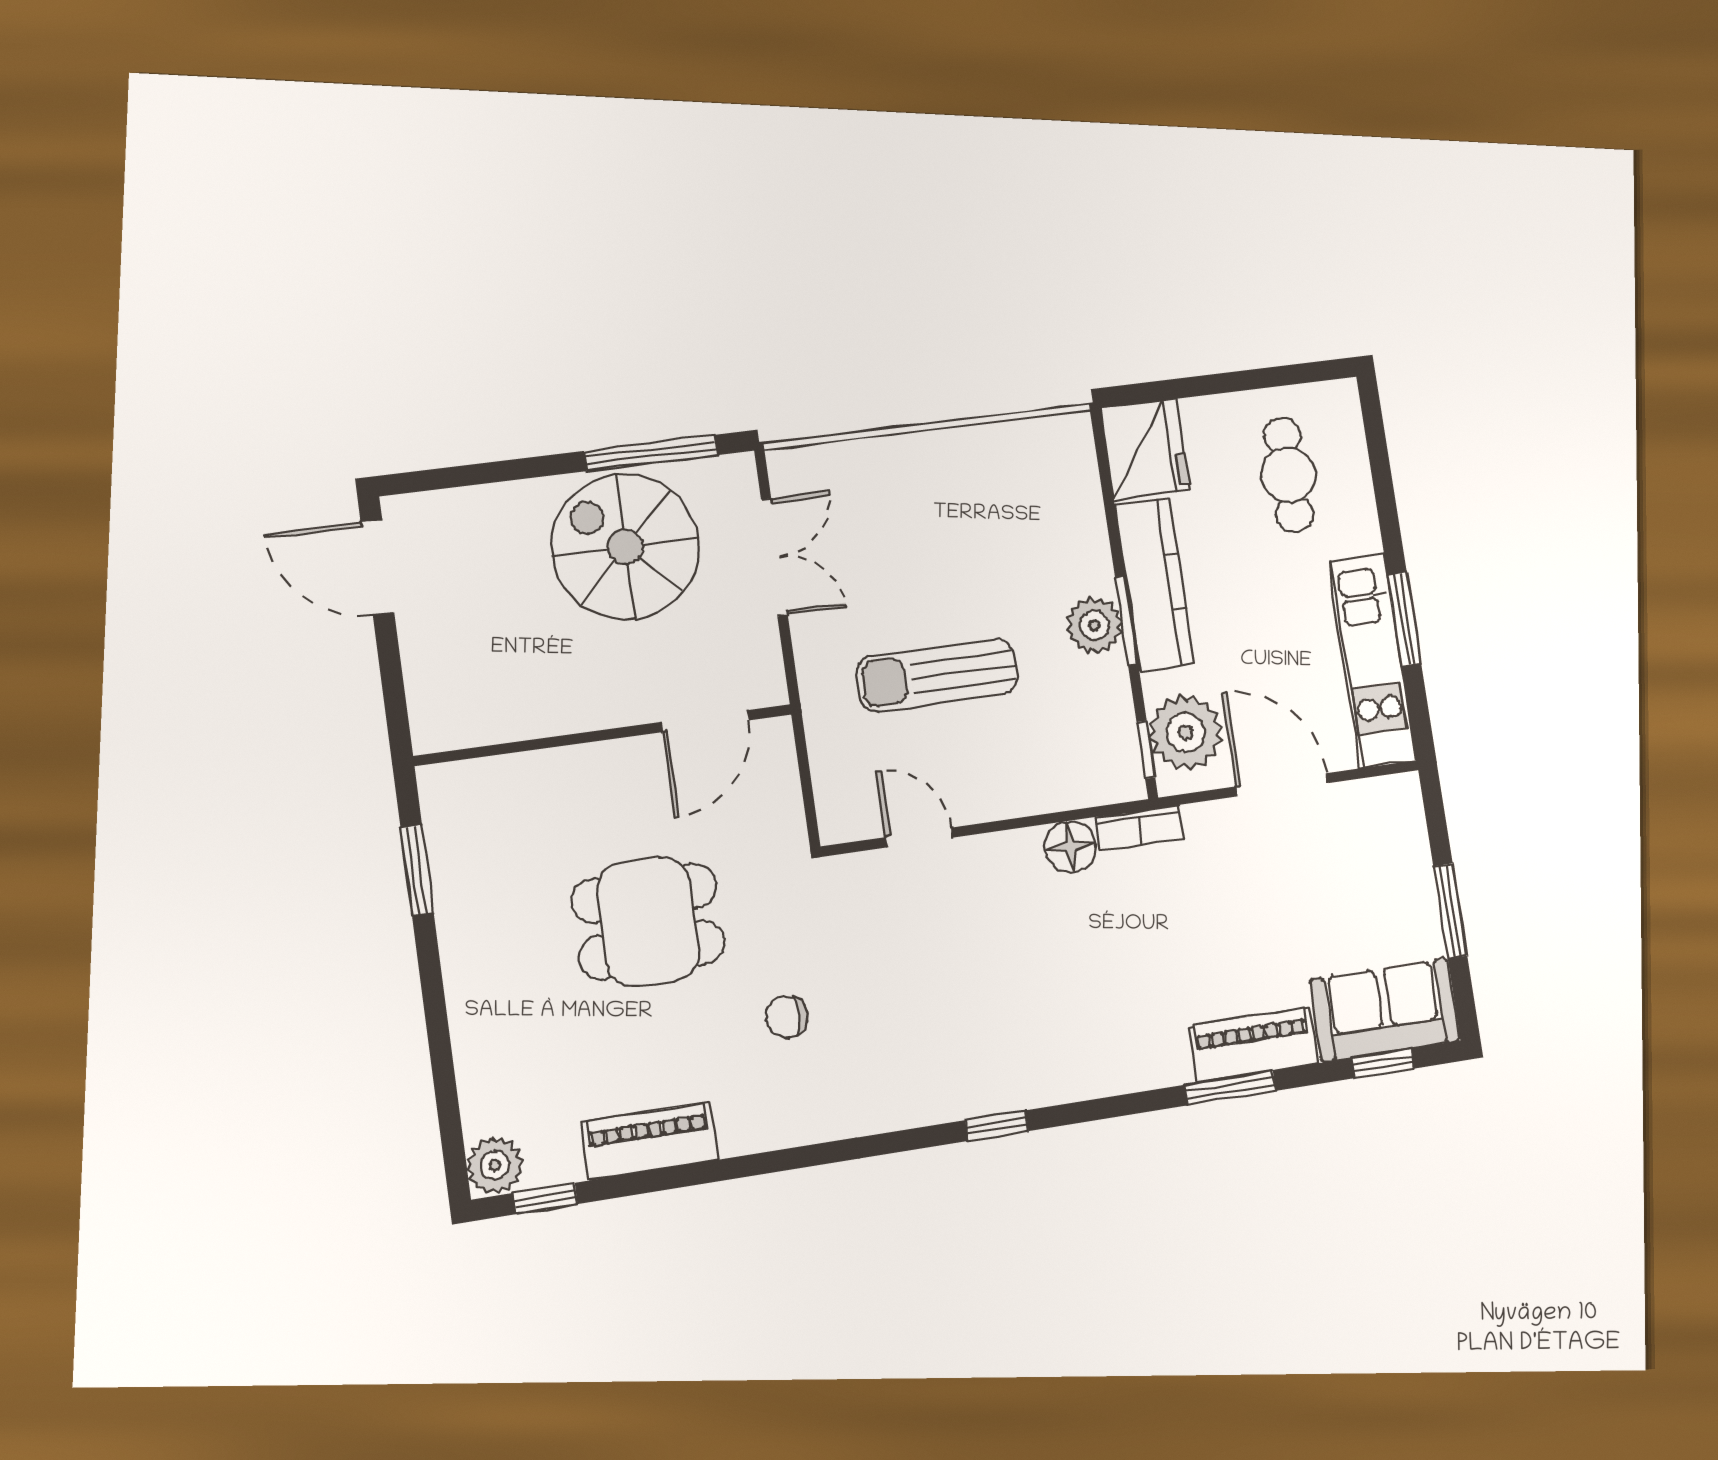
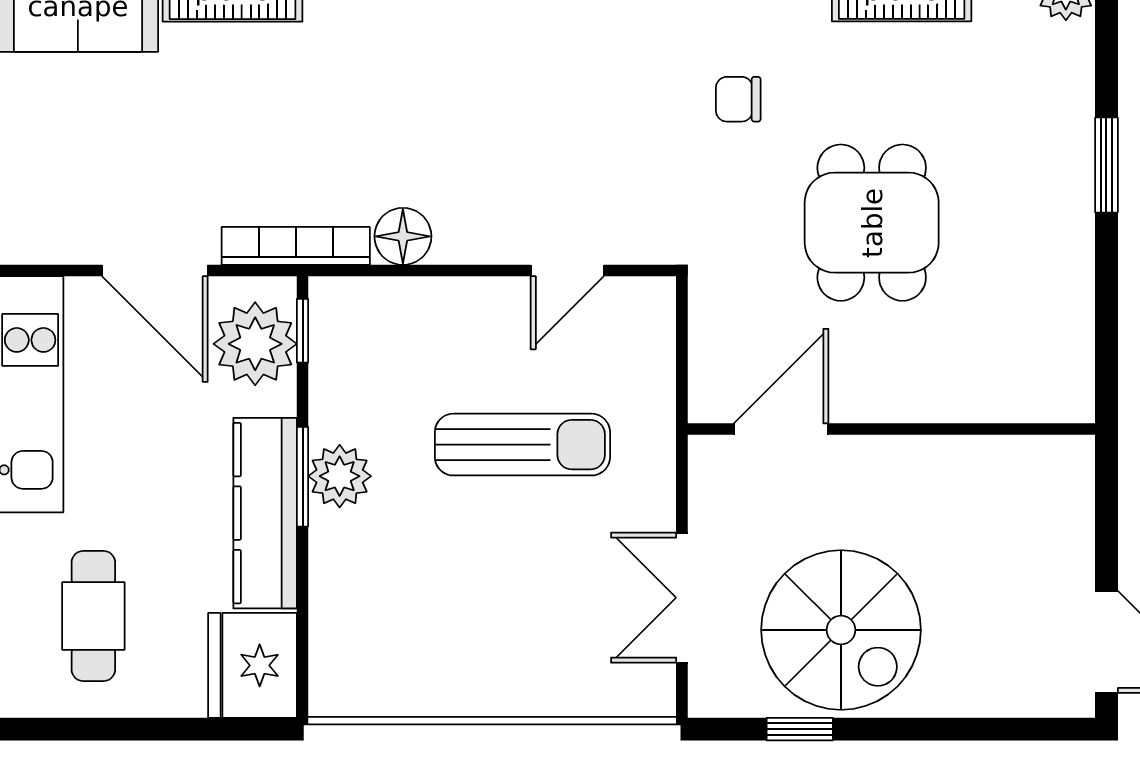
window: (651, 453) -> (800, 729), width x0.46
bookcase: (1140, 828) -> (296, 246), width x1.56
door: (919, 837) -> (567, 271), hinge flipped
window: (417, 870) -> (1106, 165), moved
dining table: (648, 922) -> (872, 223), turned 90
chair: (787, 1017) -> (738, 99), turned 180

